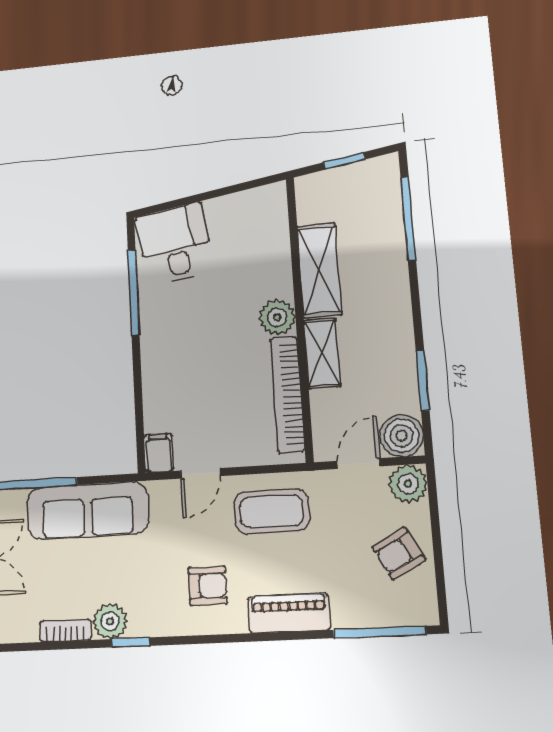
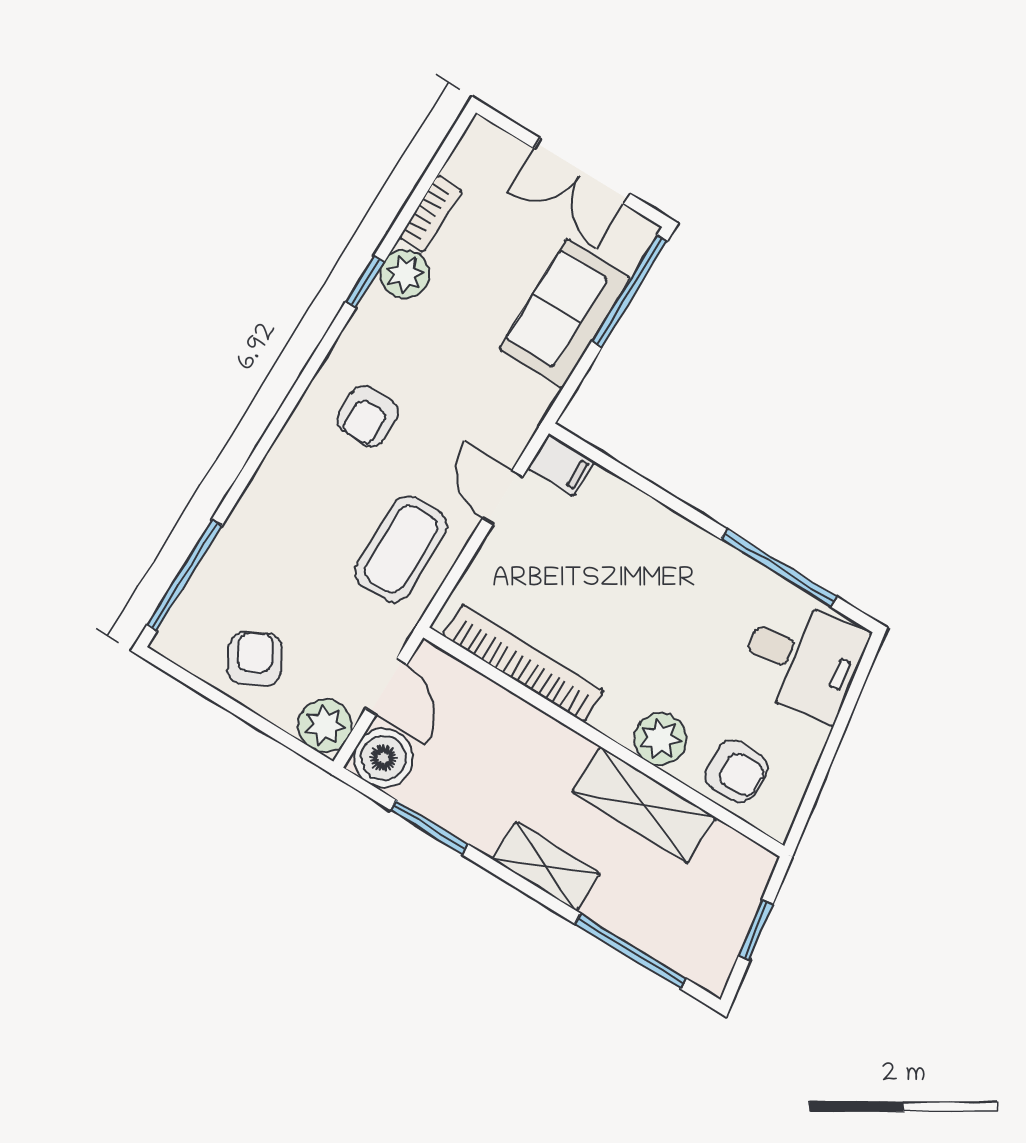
armchair: (263, 234) -> (736, 771), added
plant: (277, 317) -> (660, 739), moved
shelving: (322, 353) -> (546, 866), moved
sofa: (88, 511) -> (565, 314), width x0.73
piano: (289, 613) -> (274, 488), removed

